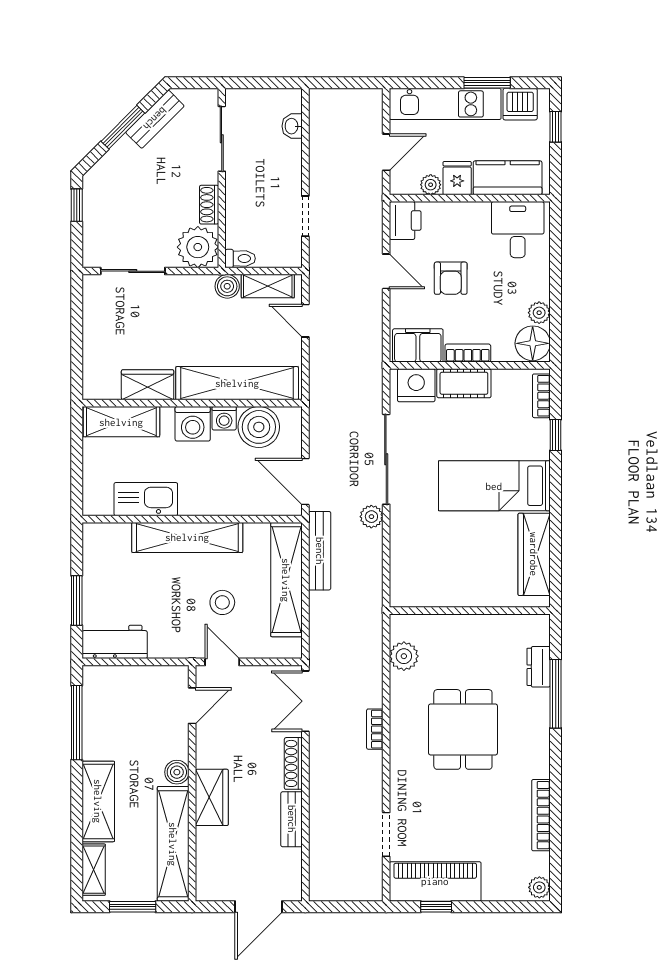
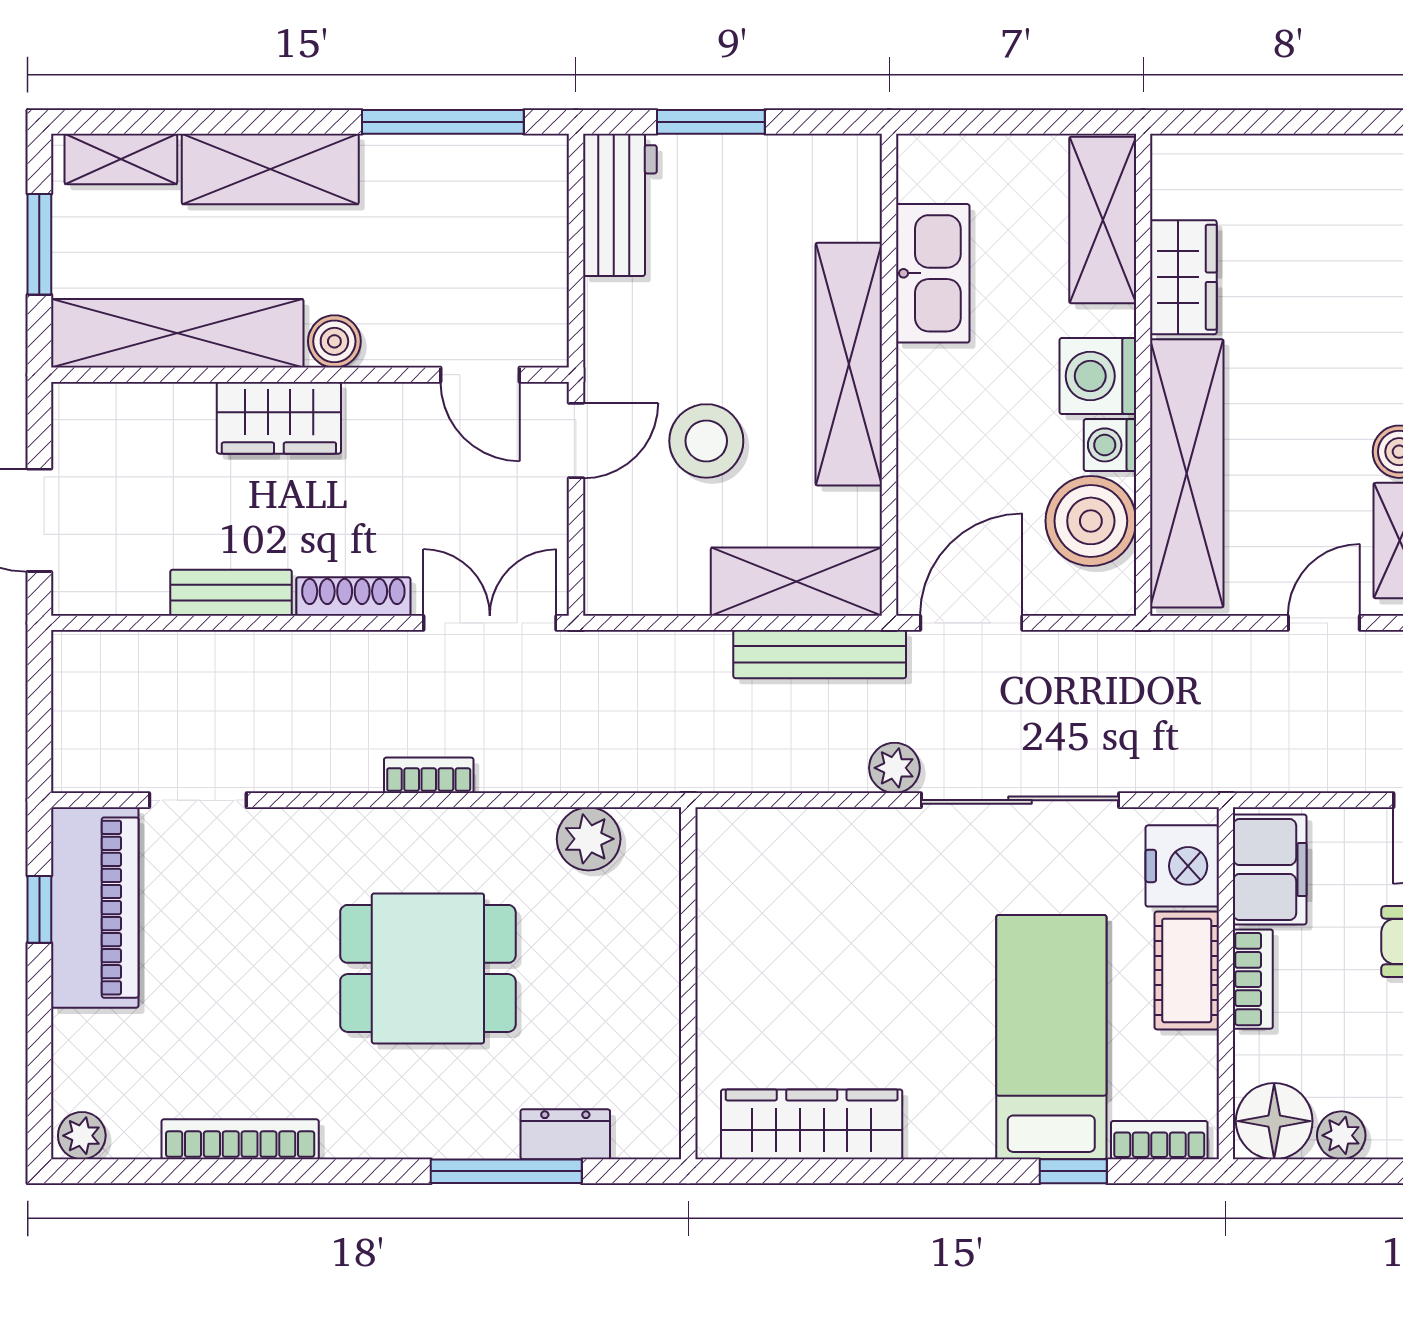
bed: (494, 486) -> (1051, 1037), moved
shelving: (286, 580) -> (796, 582), width x0.68
stool: (222, 602) -> (706, 441), width x1.38, depth x1.38

